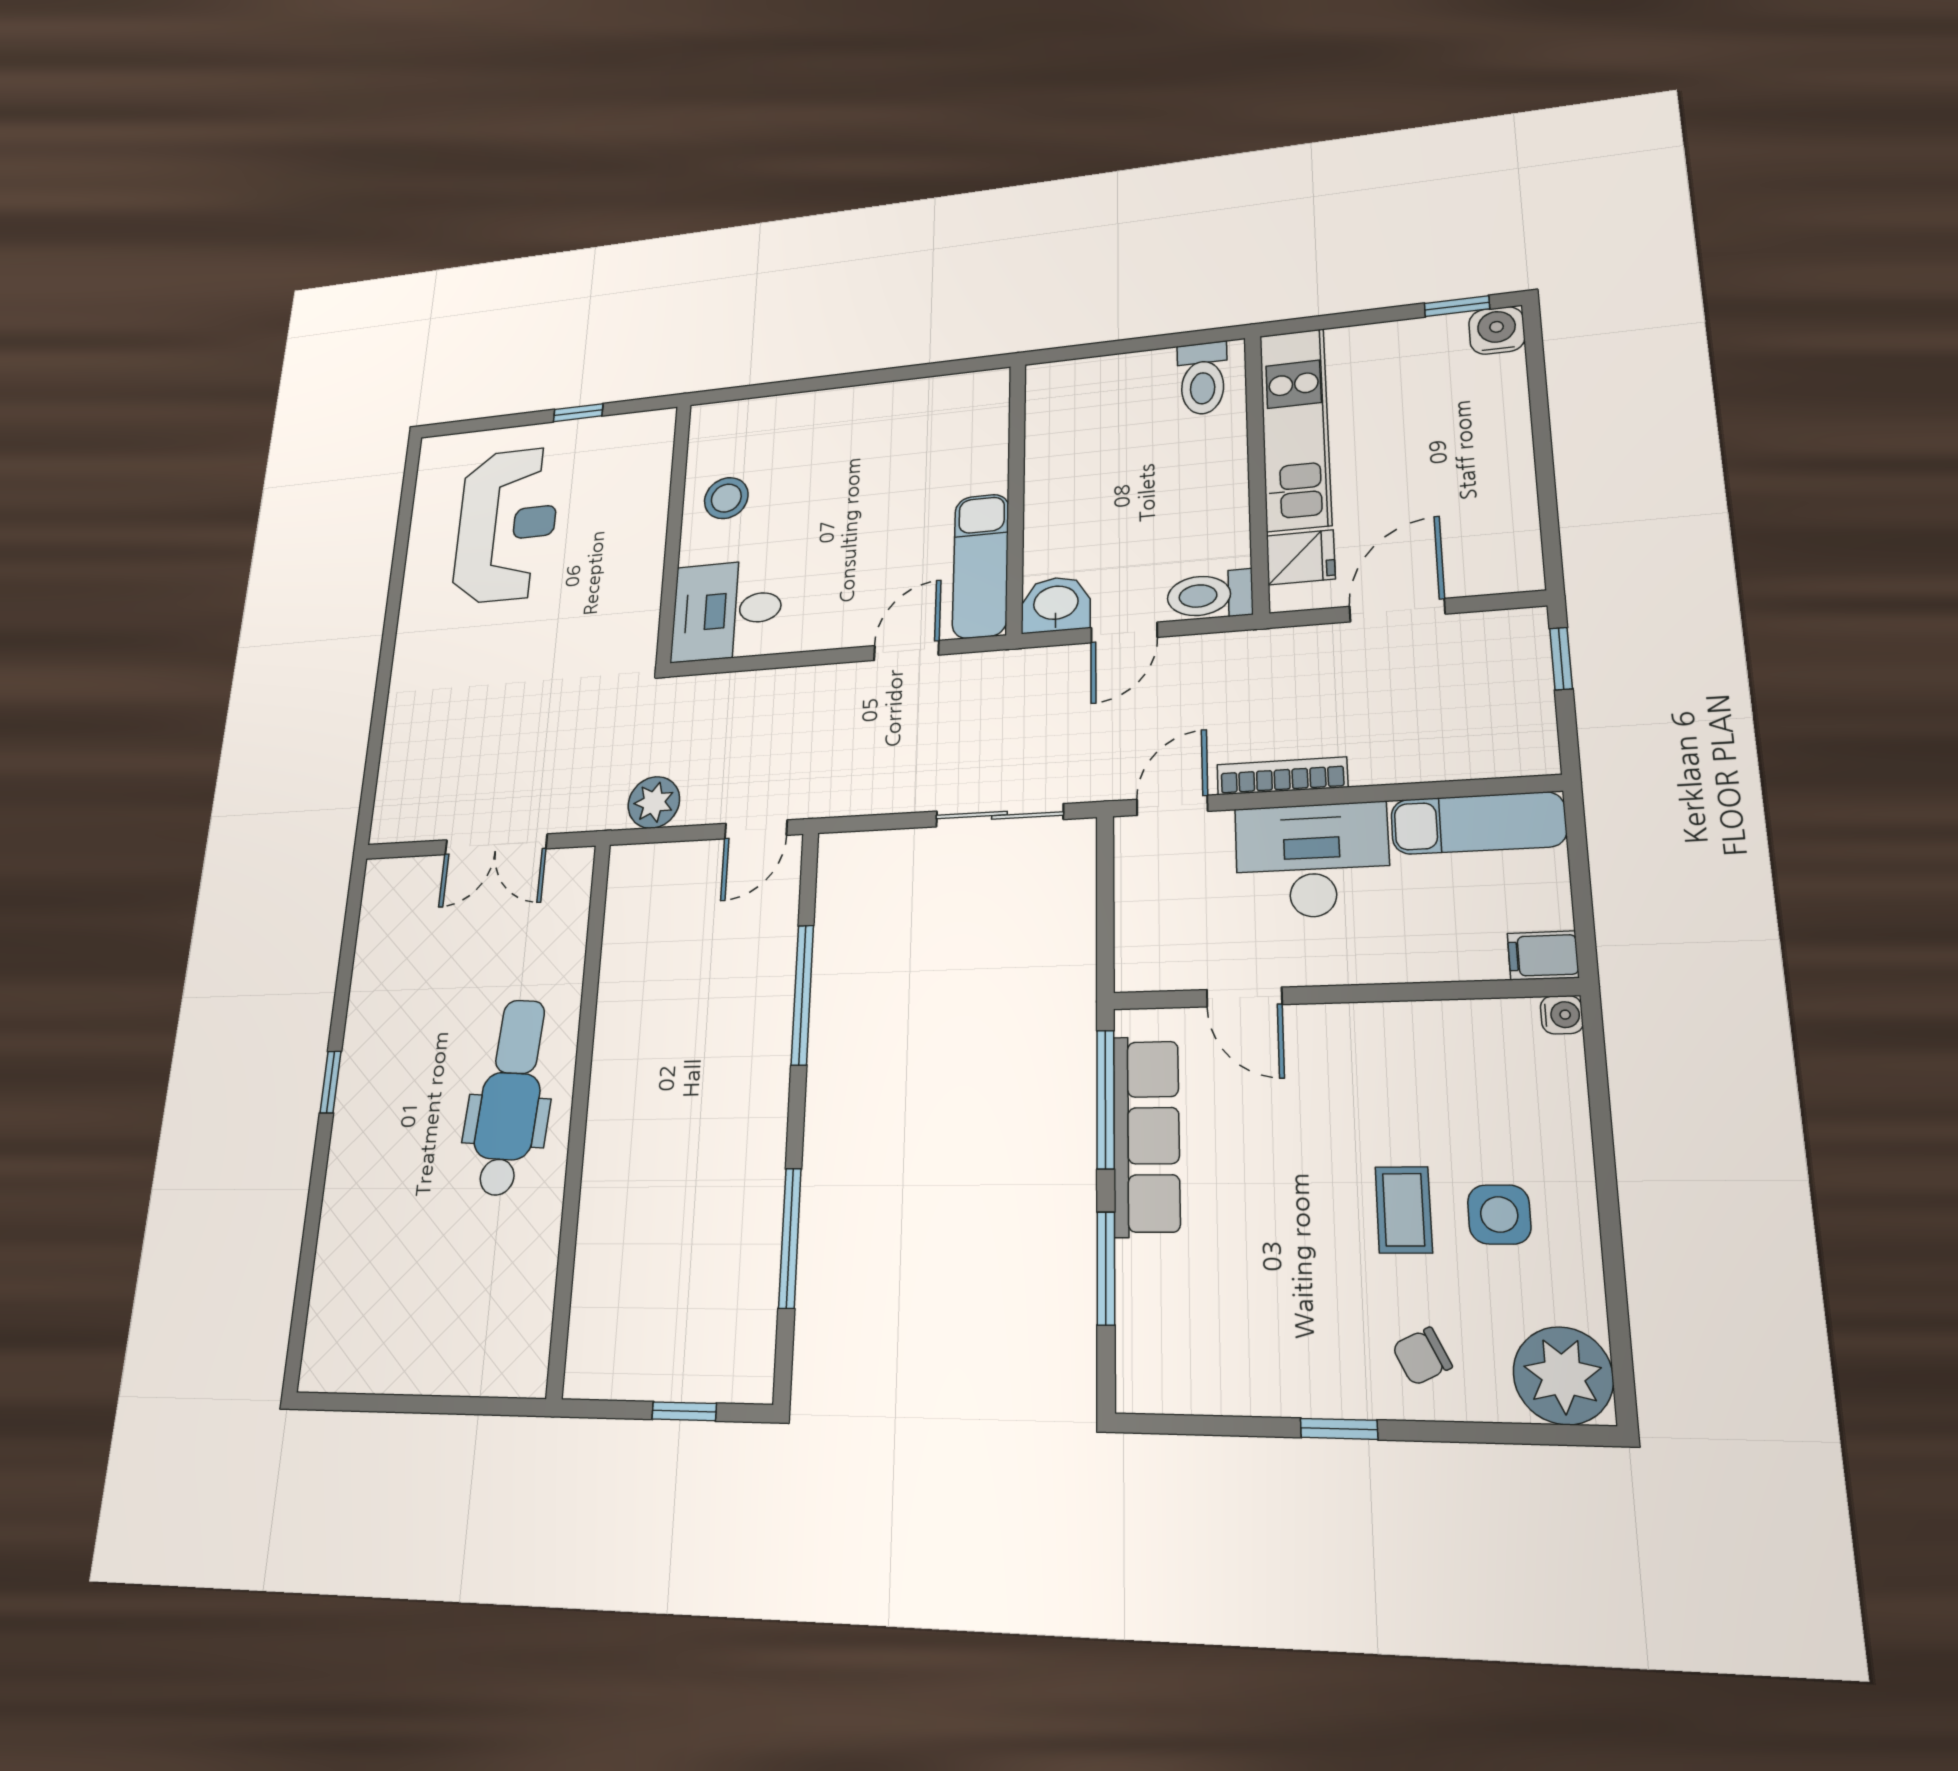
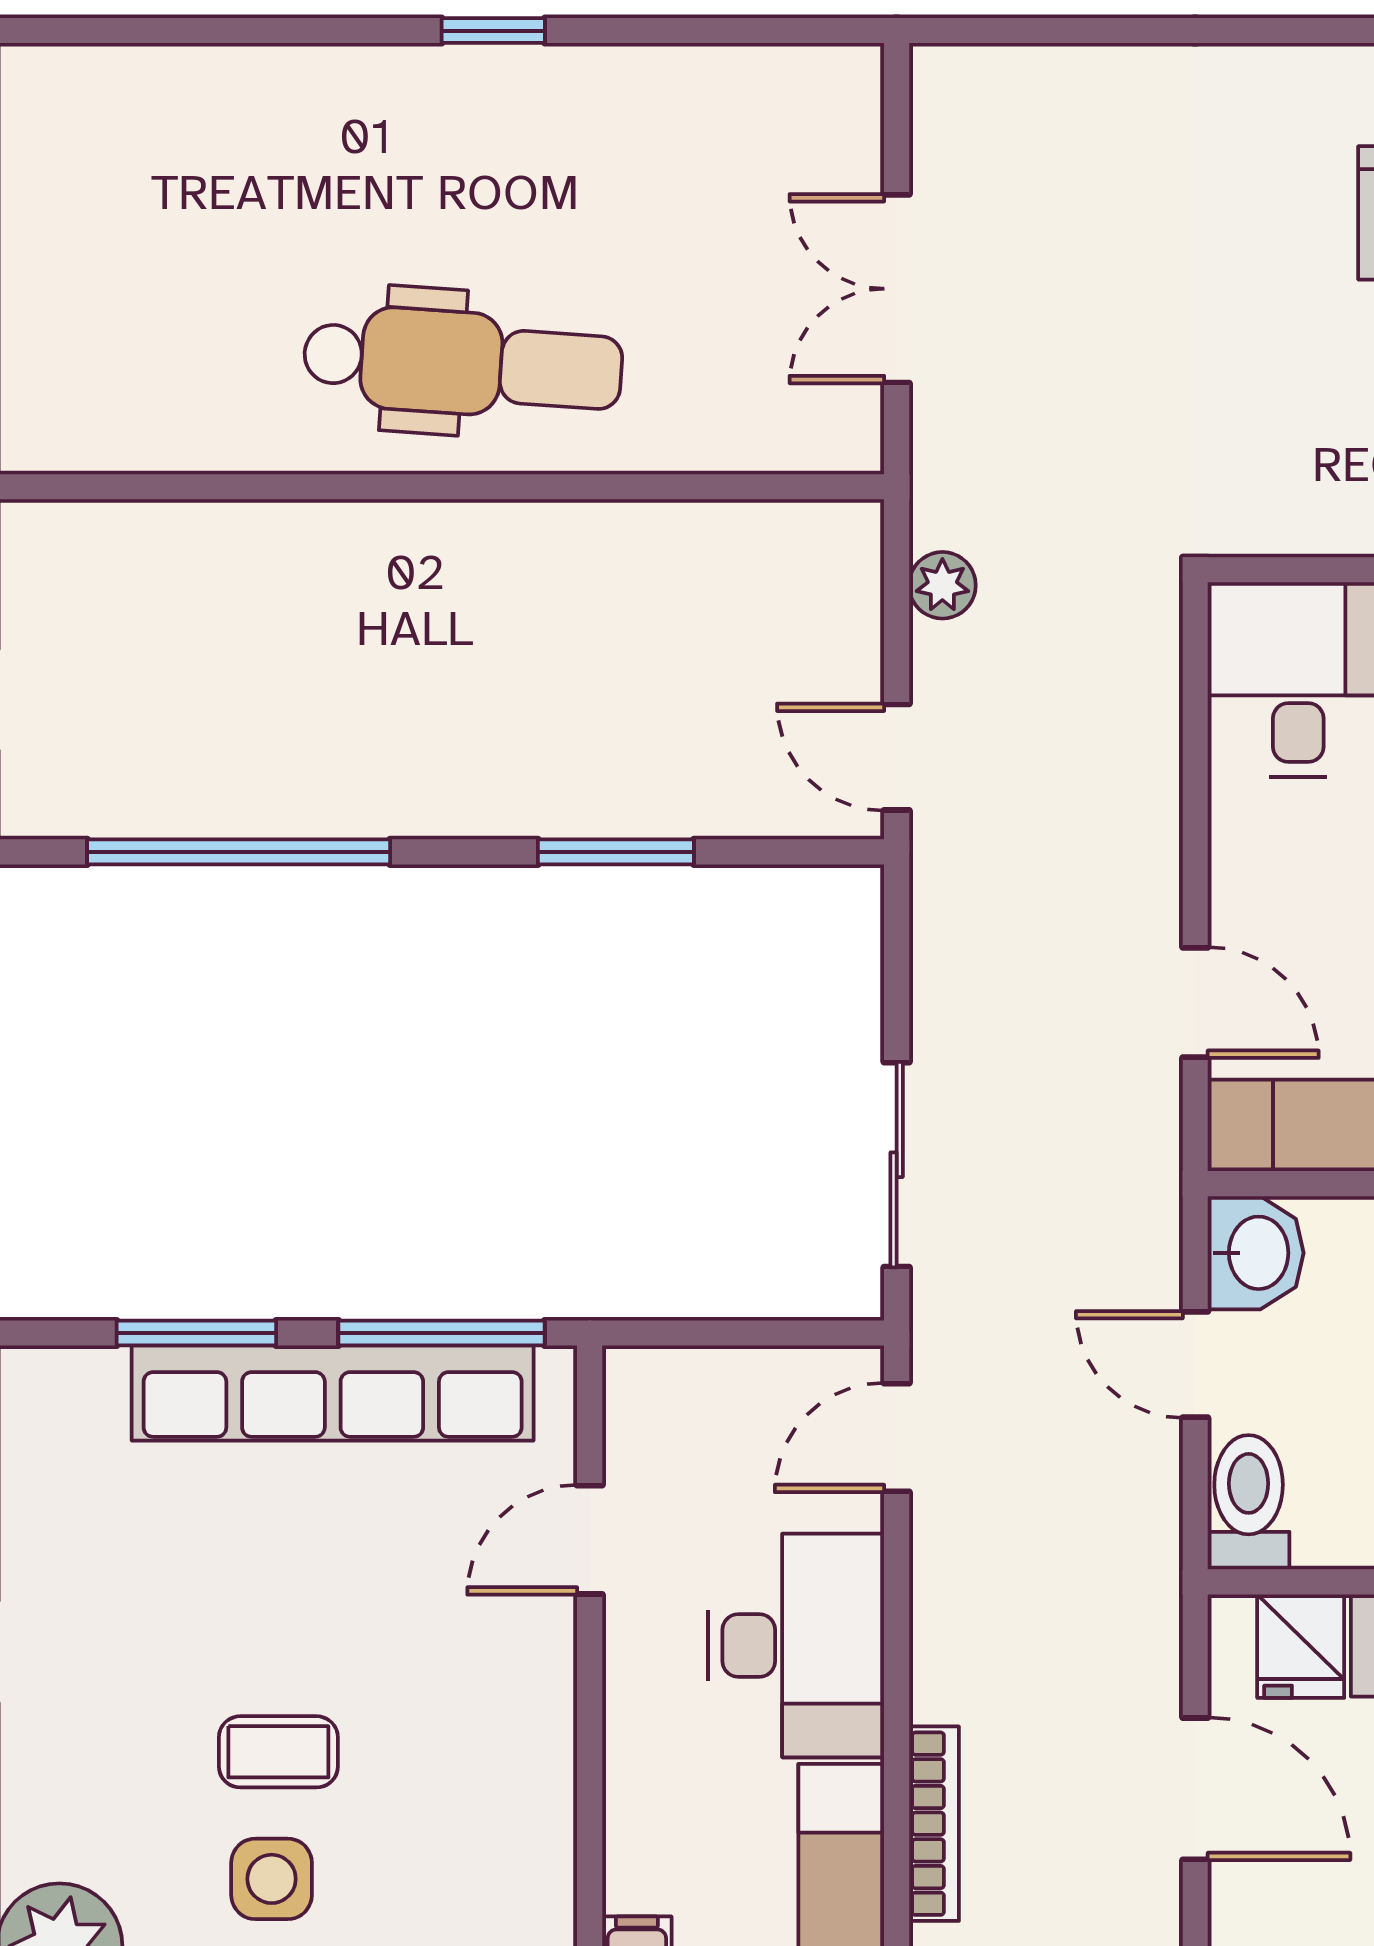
bookcase: (1282, 776) -> (934, 1824), moved
plant: (654, 802) -> (942, 585), width x0.73, depth x0.73
door: (1172, 805) -> (897, 1437), swing flipped
window: (802, 995) -> (616, 852), width x0.69
row of seats: (1146, 1136) -> (333, 1393), width x1.36
window: (790, 1238) -> (239, 852), width x1.46
chair: (1422, 1356) -> (81, 1766), removed

